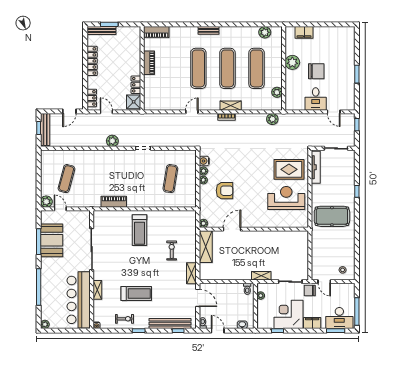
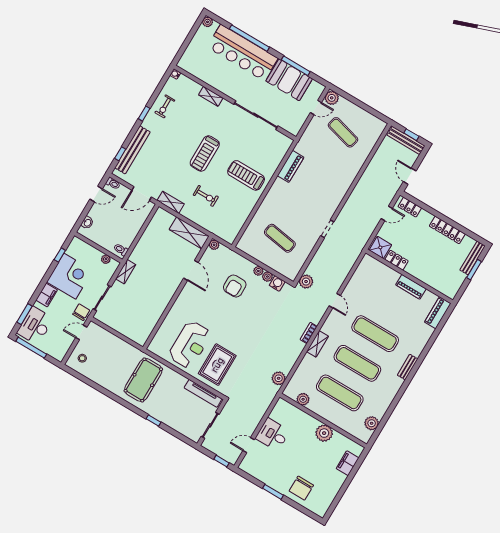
chair: (316, 71) -> (301, 488), moved
plant: (112, 141) -> (306, 282), moved
treadmill: (136, 293) -> (205, 153), moved
bar counter: (79, 300) -> (243, 53), moved, turned 180

